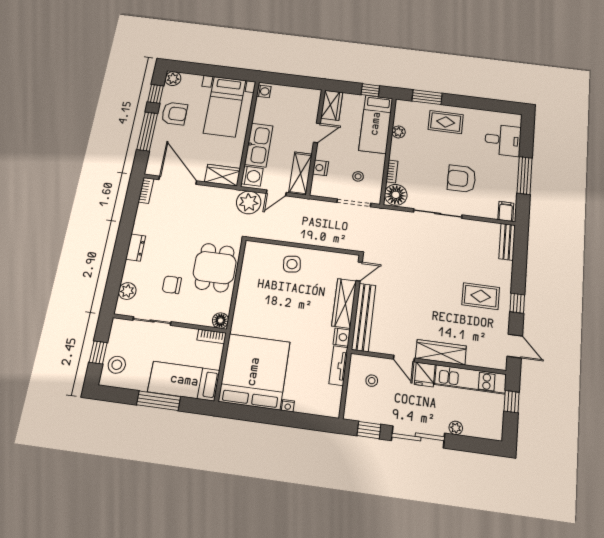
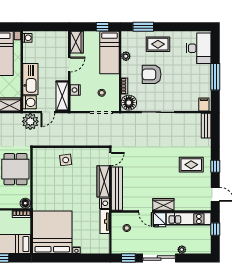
desk: (503, 140) -> (199, 48), width x1.37
armchair: (462, 179) -> (152, 74), moved
wardrobe: (441, 352) -> (163, 204), width x0.67

